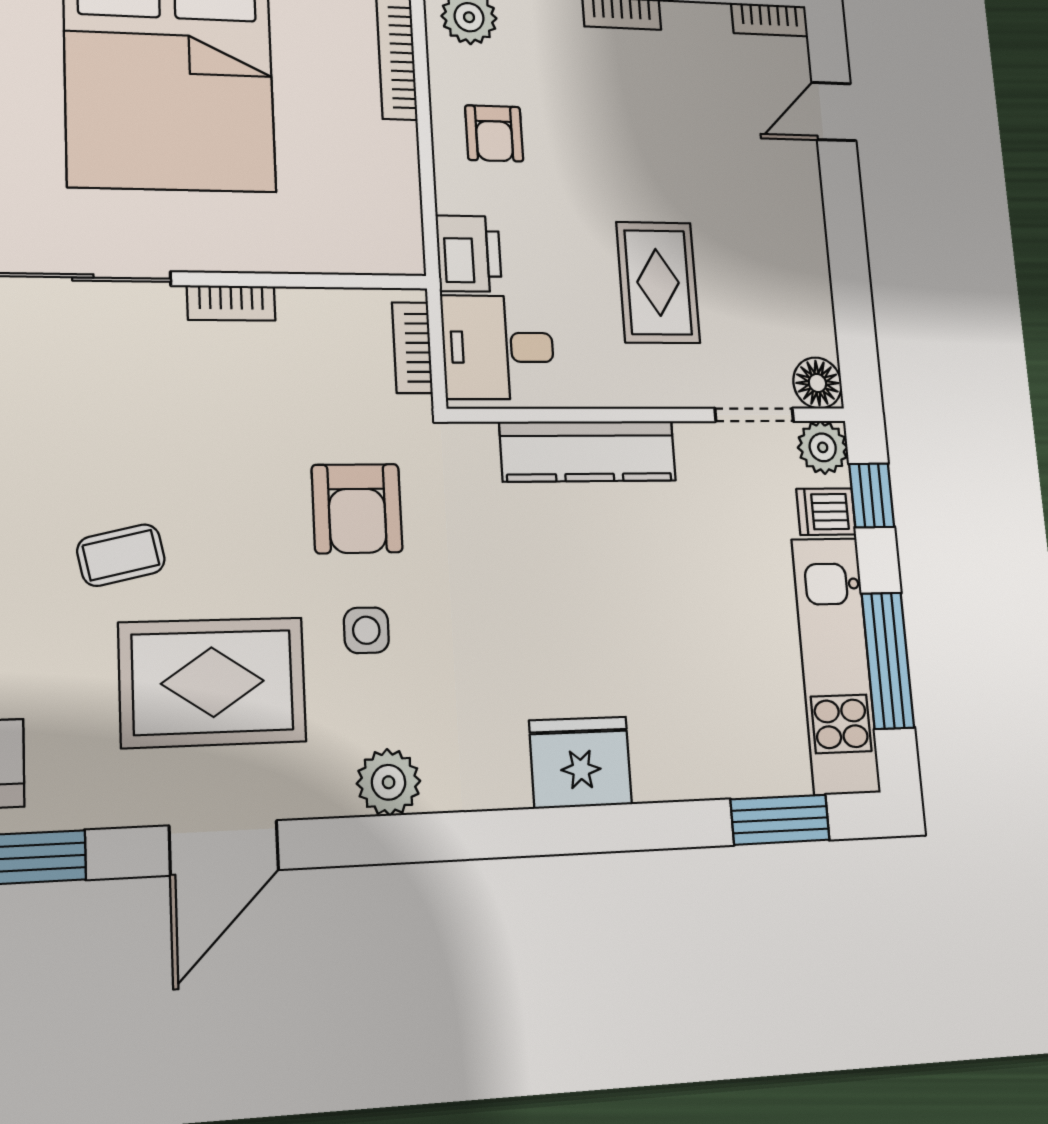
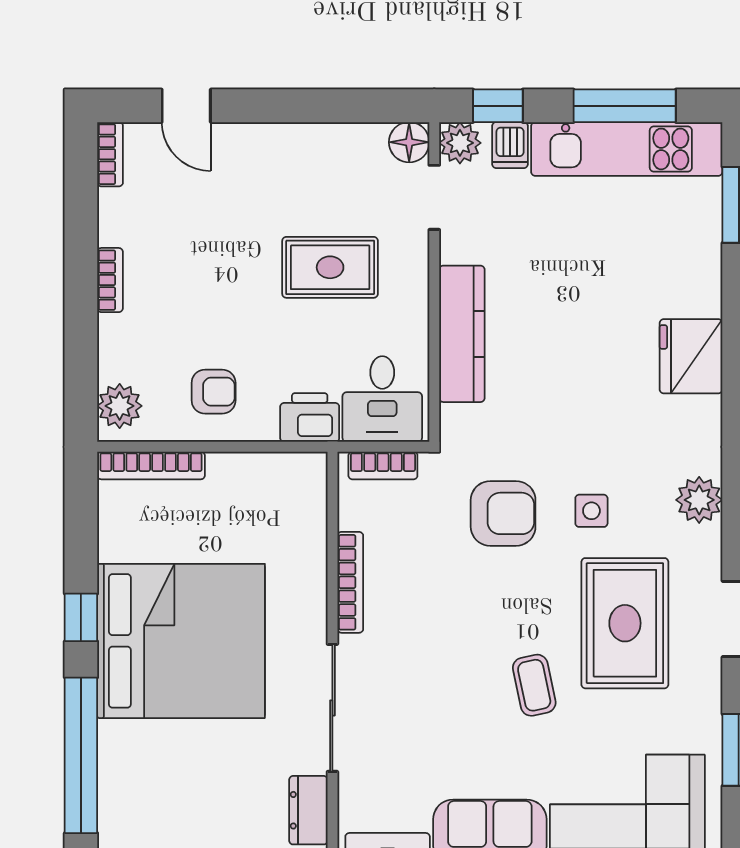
bookcase: (231, 303) -> (350, 582), width x1.56

